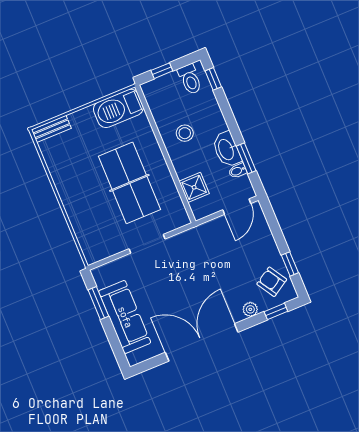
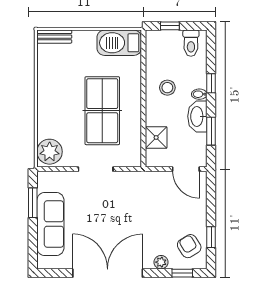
window: (213, 79) -> (211, 83), moved
bidet: (238, 171) -> (199, 94), moved
door: (237, 207) -> (186, 169), hinge flipped
plant: (94, 245) -> (50, 152), added

